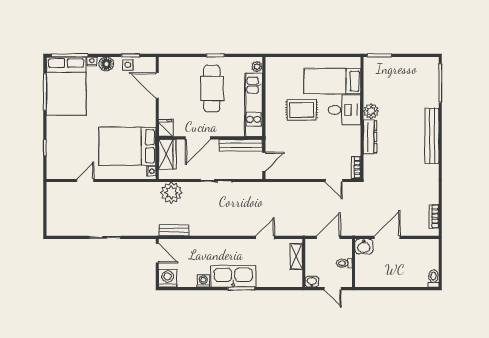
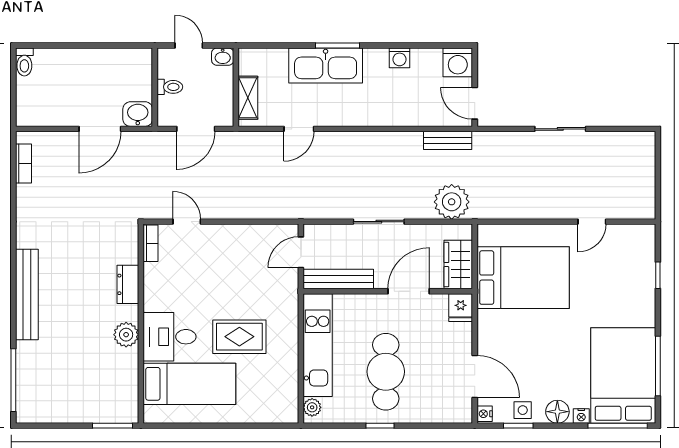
dresser: (370, 137) -> (128, 284), width x0.70
nightstand: (151, 171) -> (485, 414), moved
kitchen sink: (233, 276) -> (326, 65), moved

